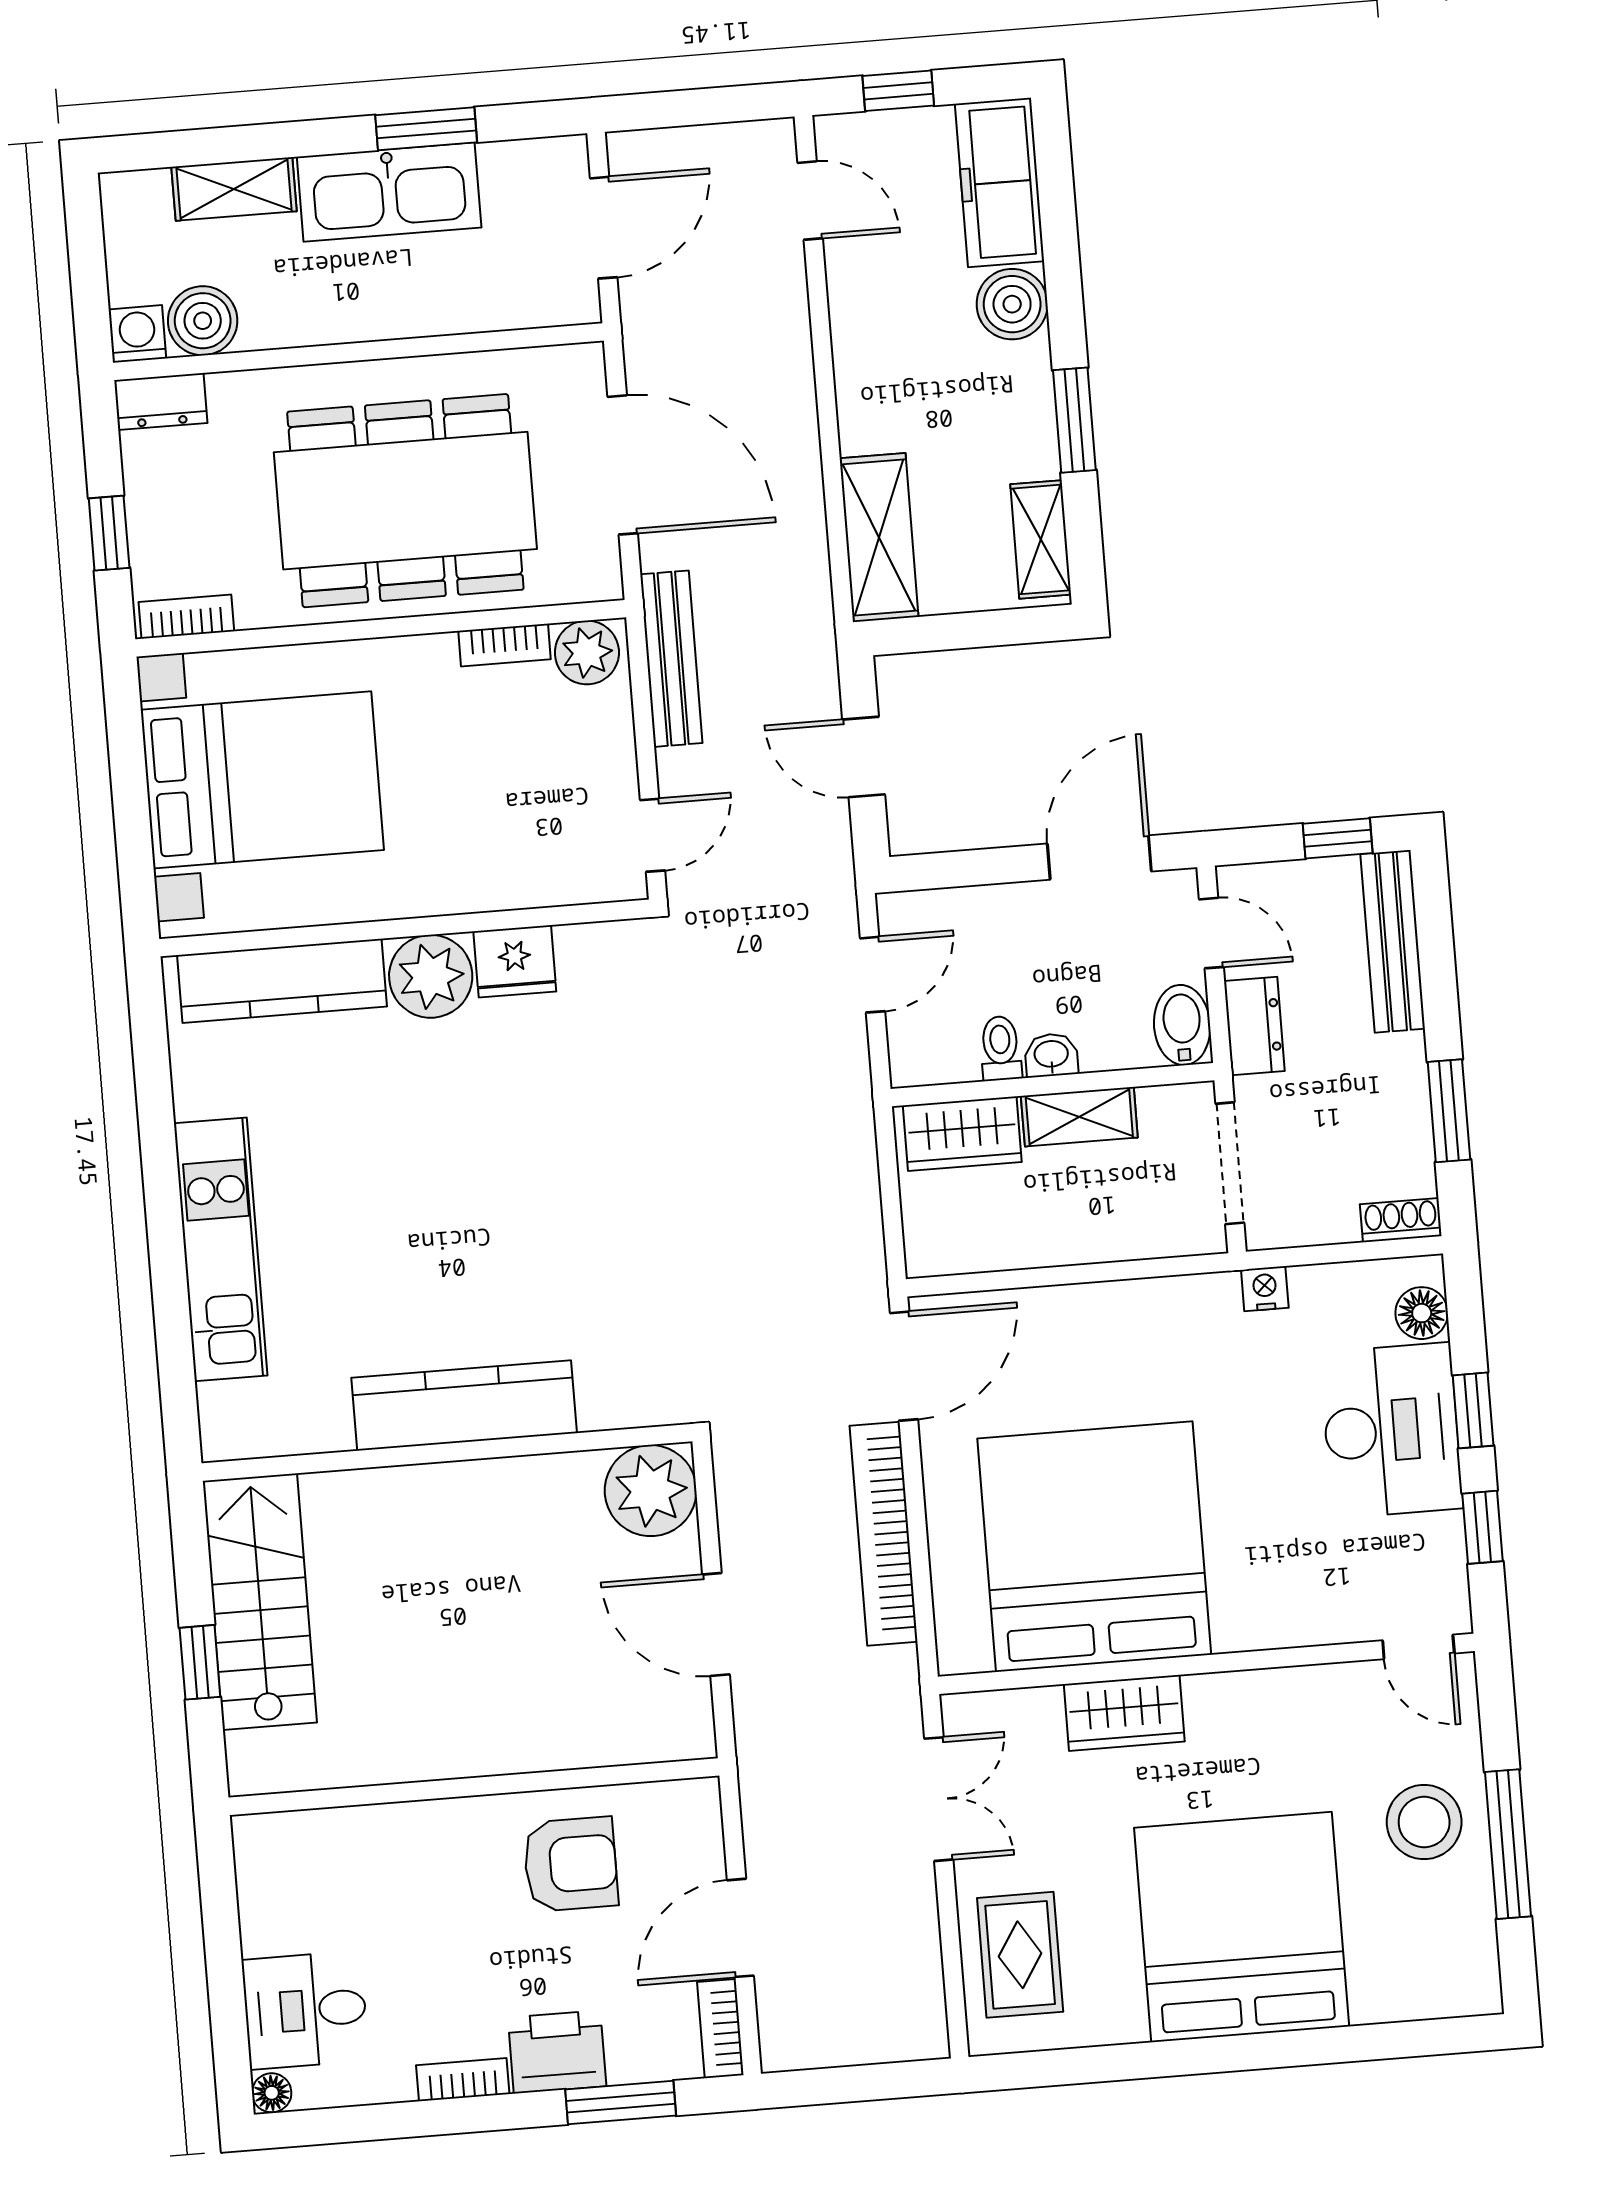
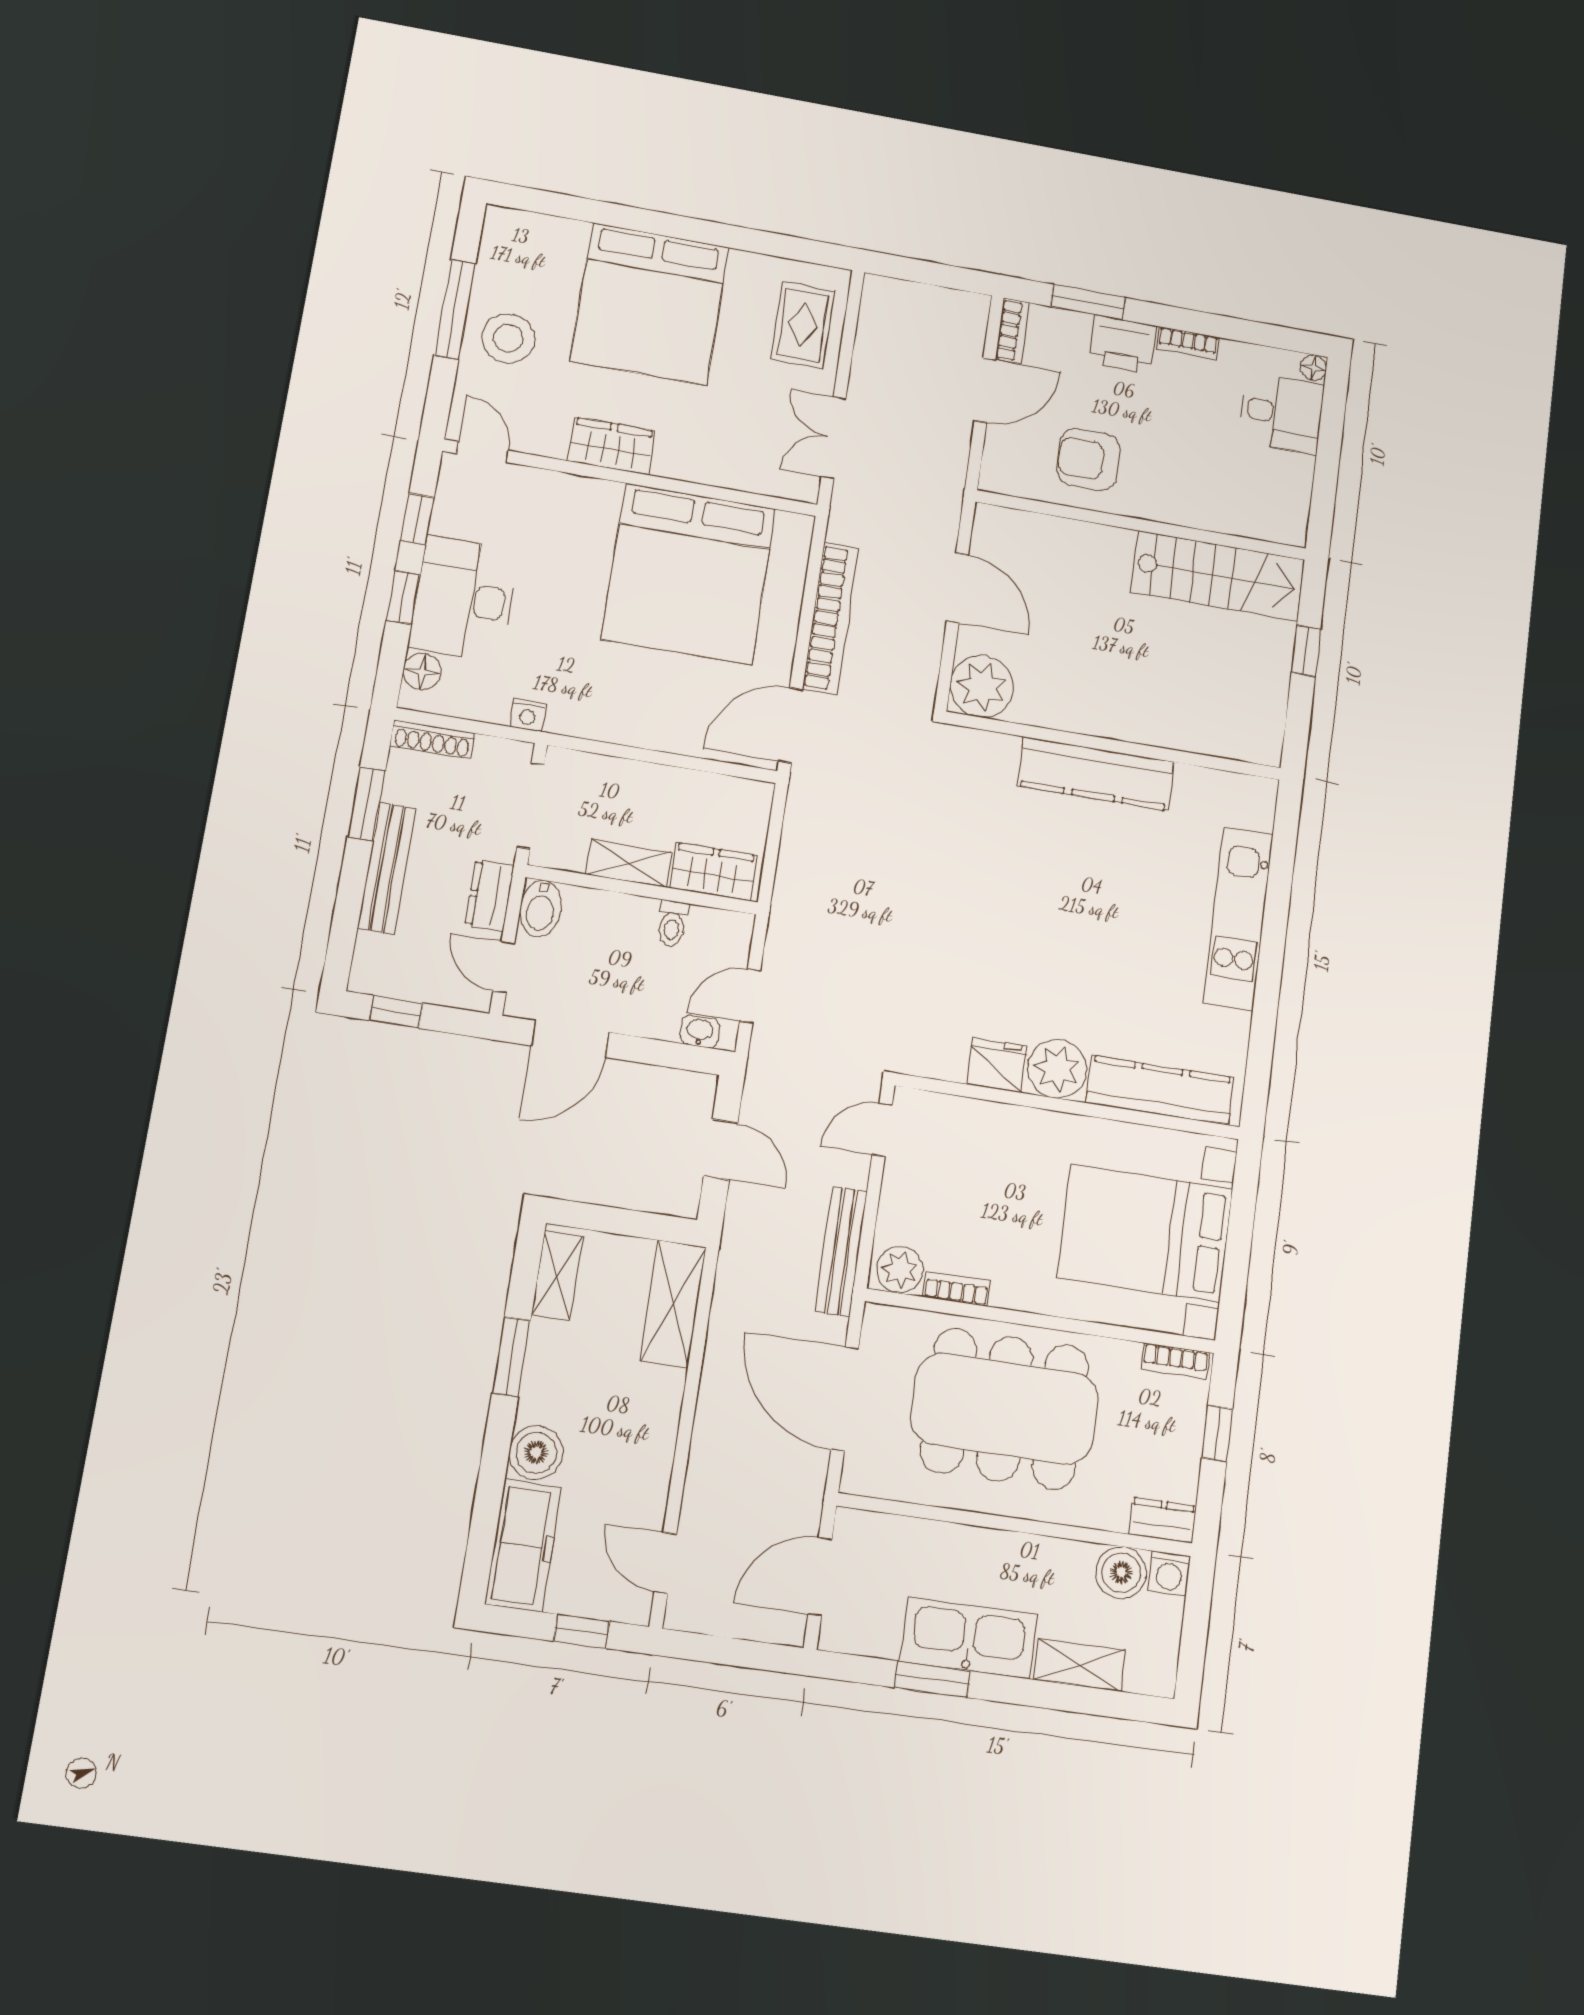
bench: (1393, 941) -> (387, 868), moved
washbasin: (1051, 1055) -> (700, 1031), moved, turned 180
shoe rack: (1401, 1220) -> (432, 740), width x1.43
stairs: (260, 1602) -> (1218, 576), moved, turned -90
wardrobe: (1124, 1713) -> (611, 446), moved

